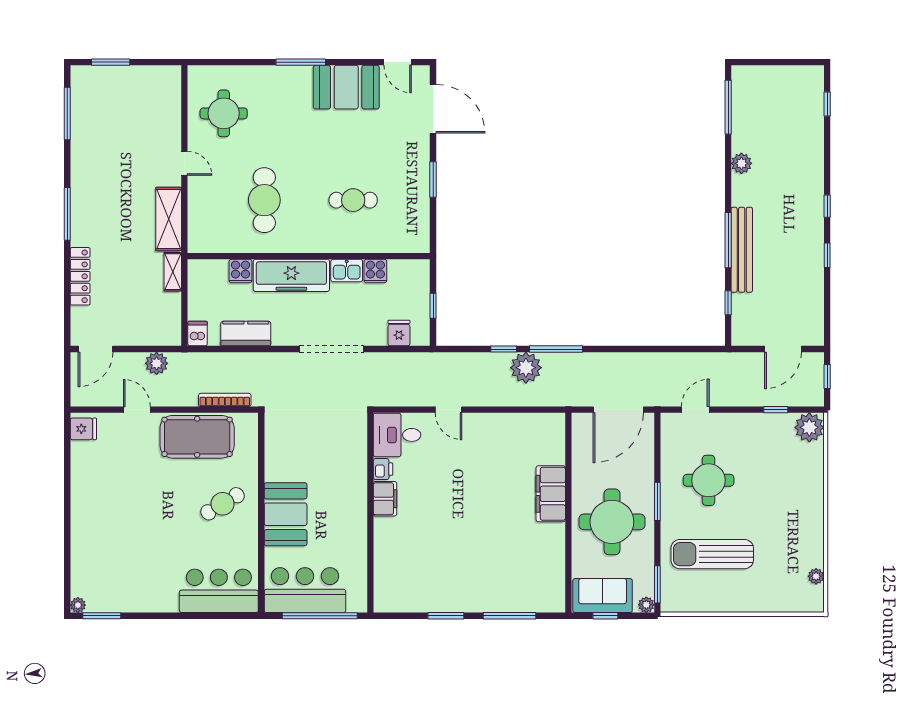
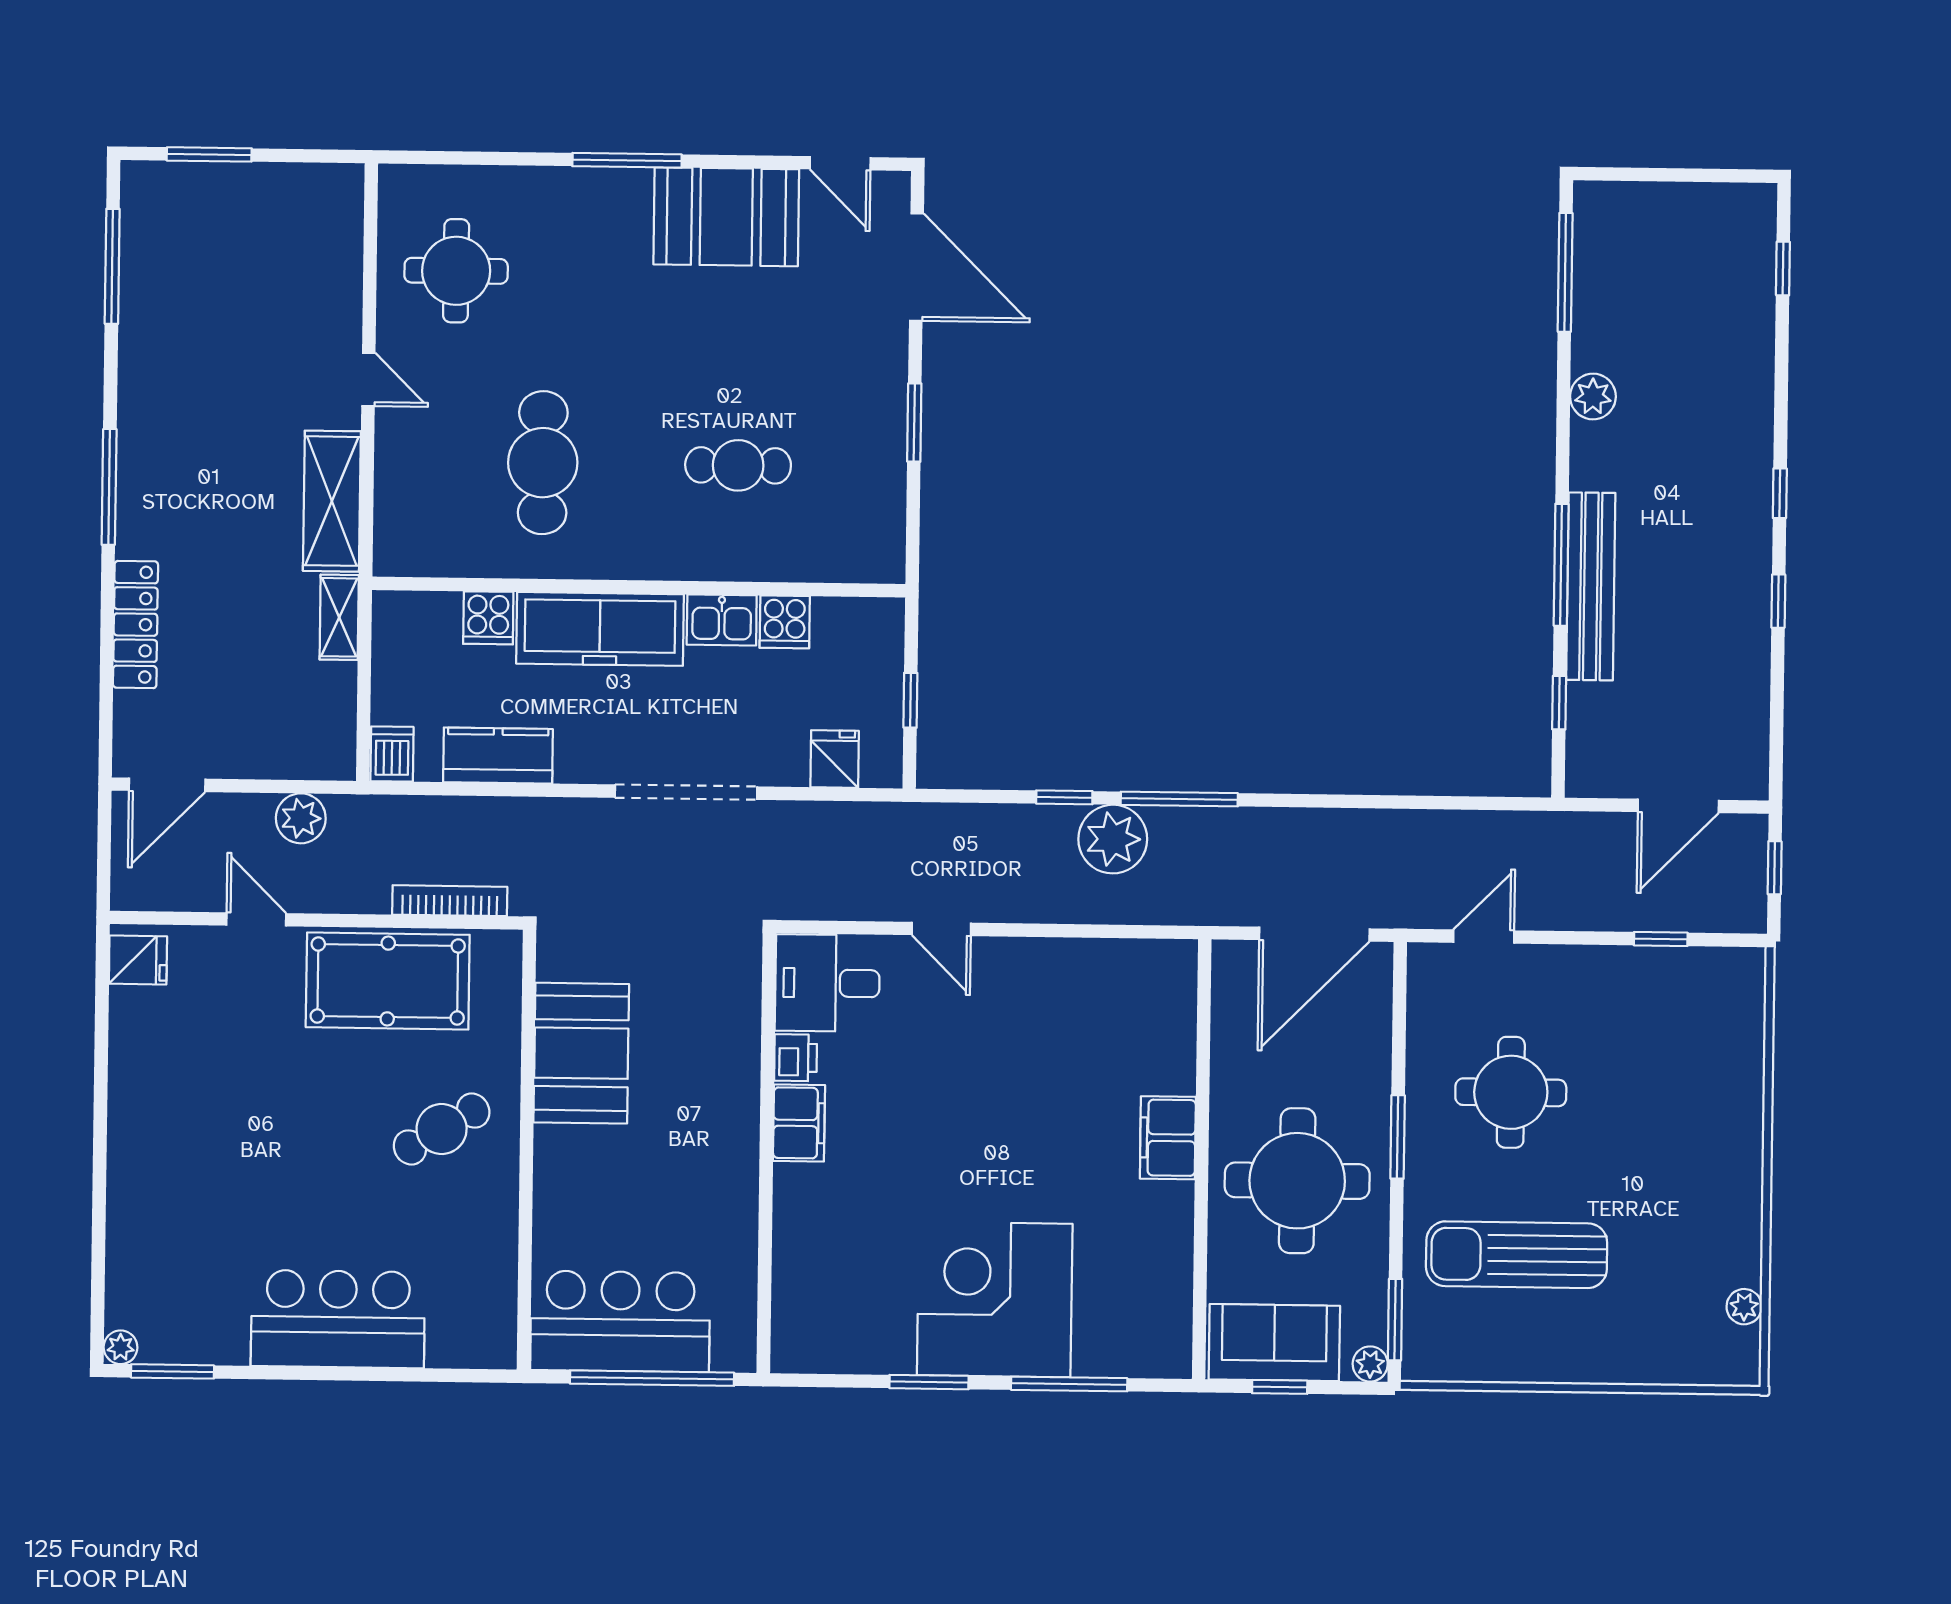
plant: (809, 427) -> (1734, 979), removed
filing cabinet: (551, 494) -> (1168, 1138), width x0.67, depth x0.86
booth: (286, 514) -> (581, 1053), moved
corner desk: (475, 578) -> (995, 1300), added
bar counter: (219, 591) -> (338, 1319), moved

